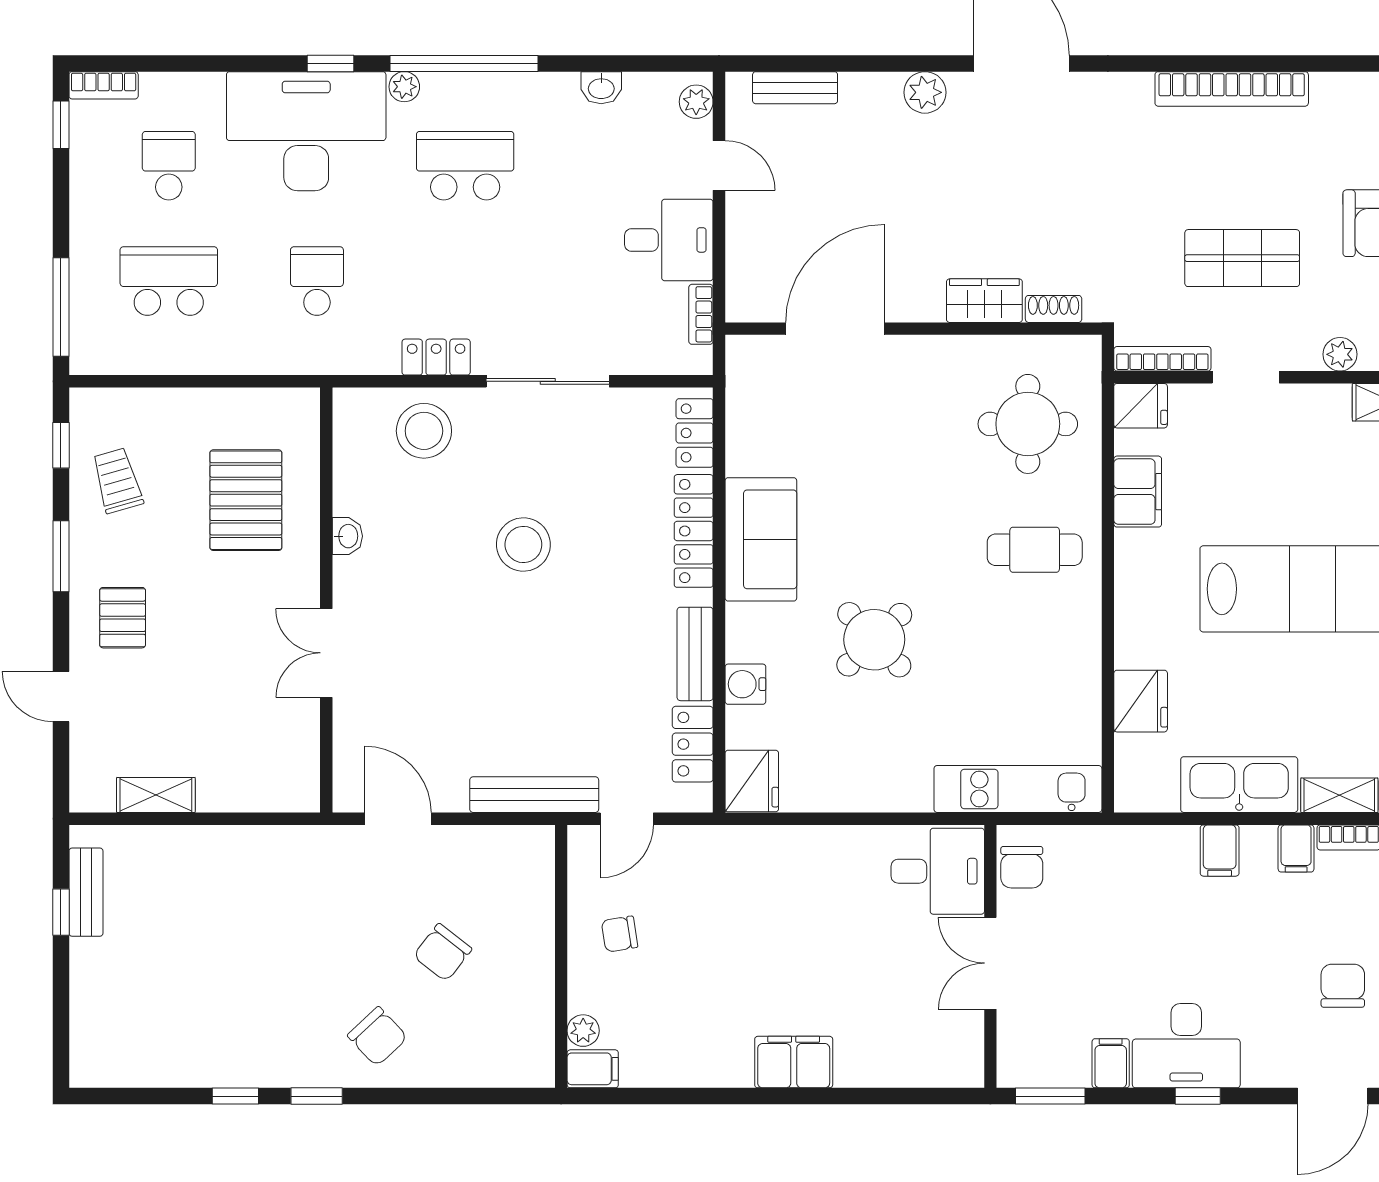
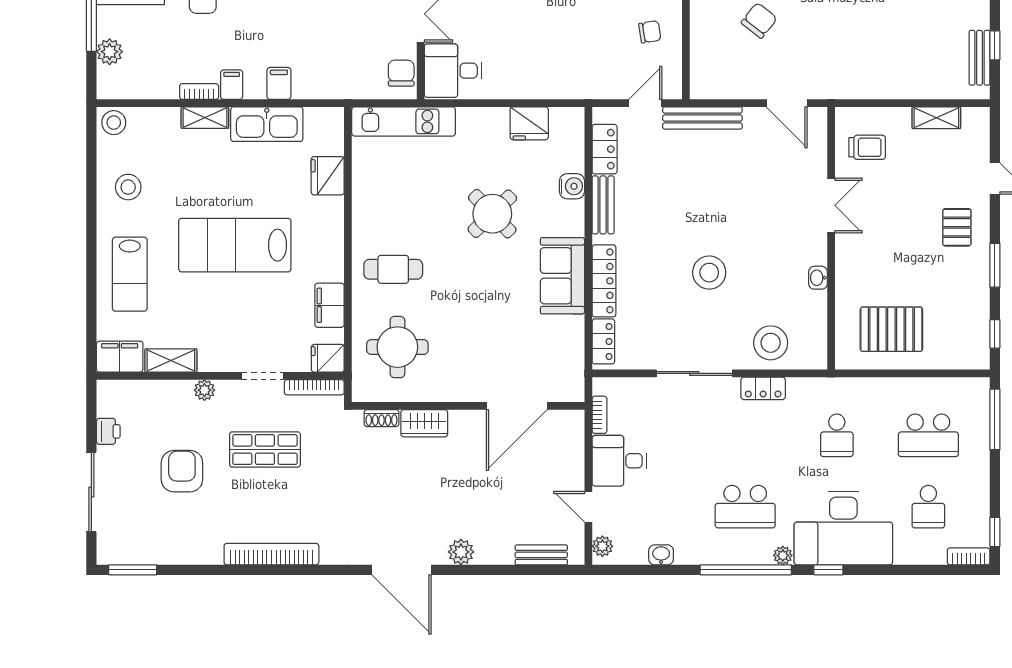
trolley: (117, 481) -> (867, 147), moved, turned -74
pallet: (246, 500) -> (891, 329), moved, turned 90
fridge: (752, 781) -> (529, 123), moved, turned -90

